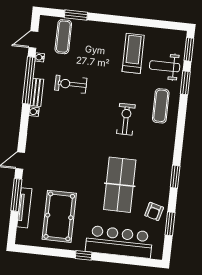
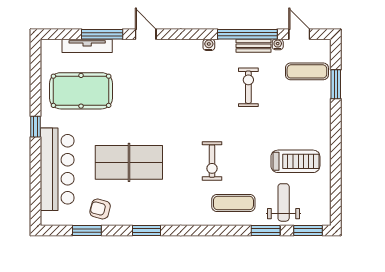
bench: (37, 92) -> (254, 46), moved
exercise bike: (126, 119) -> (212, 161), turned 90

